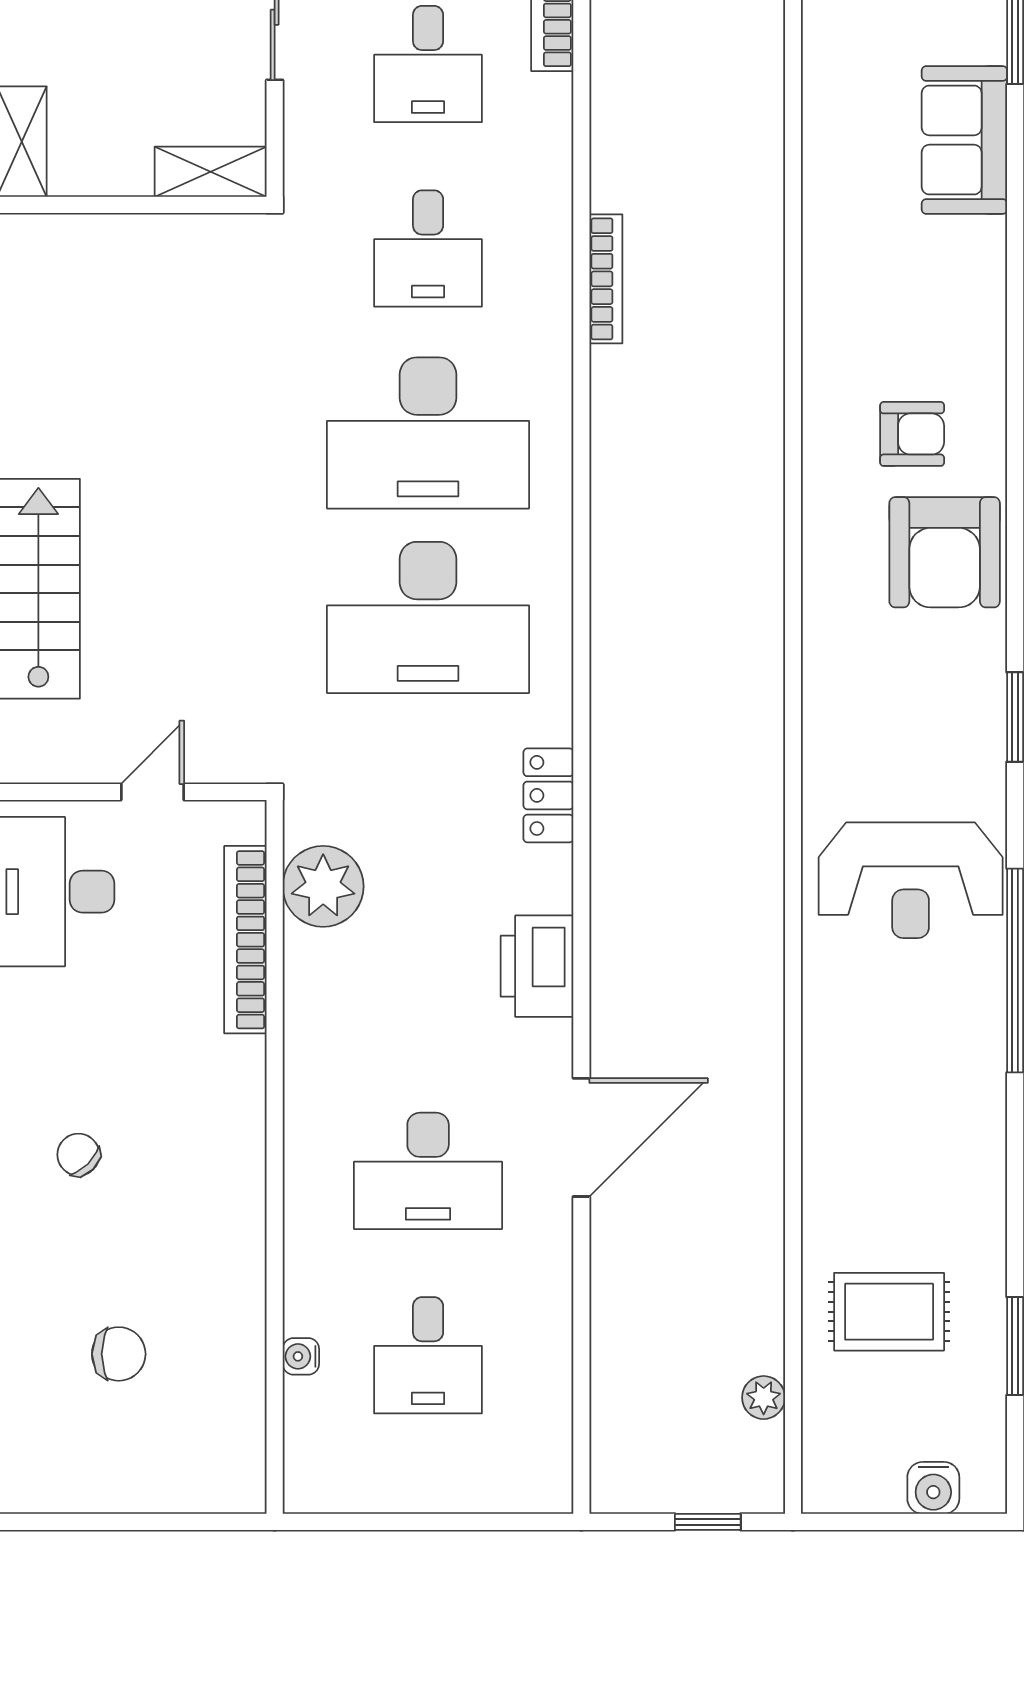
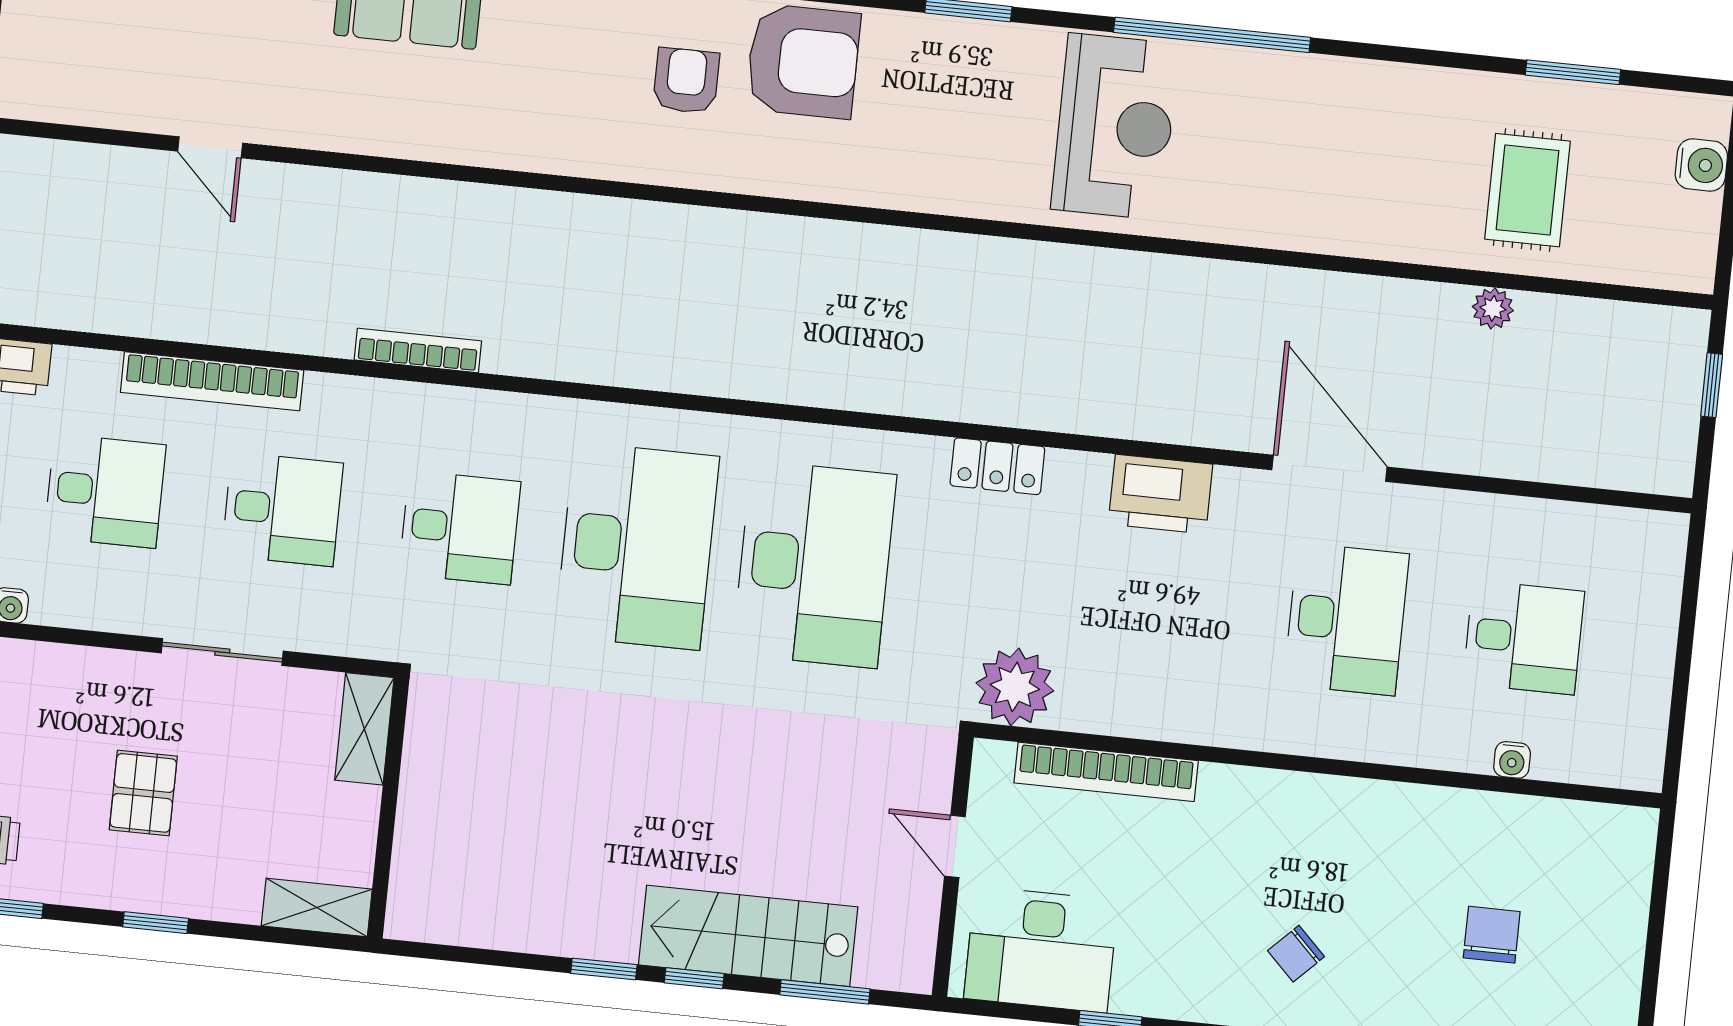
bookcase: (606, 279) -> (418, 350), moved
plant: (323, 886) -> (1015, 687), moved
plant: (764, 1398) -> (1493, 308), moved

